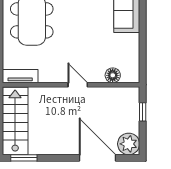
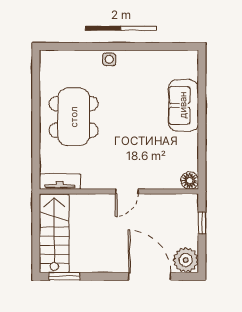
floor lamp: (113, 75) -> (190, 181), moved
door: (78, 85) -> (127, 191), swing flipped

